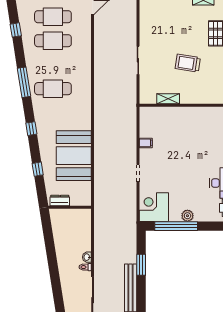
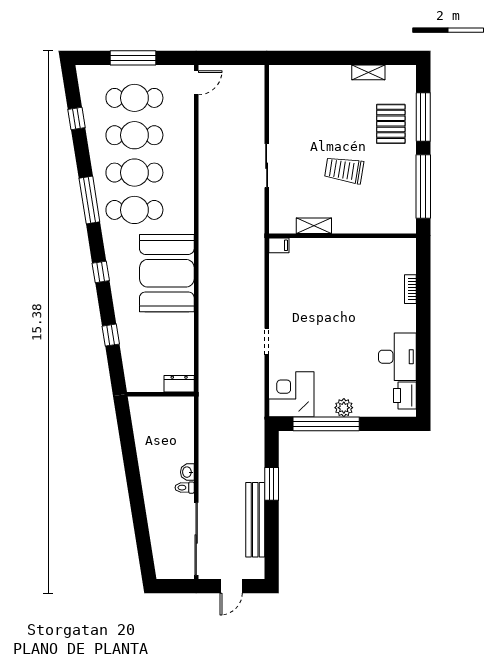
cafe table: (53, 65) -> (134, 173), added
filing cabinet: (146, 143) -> (279, 245), moved
booth: (74, 156) -> (167, 273), moved
dresser: (60, 200) -> (179, 384), moved

